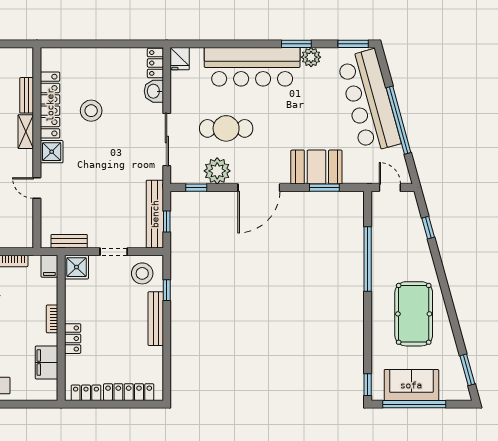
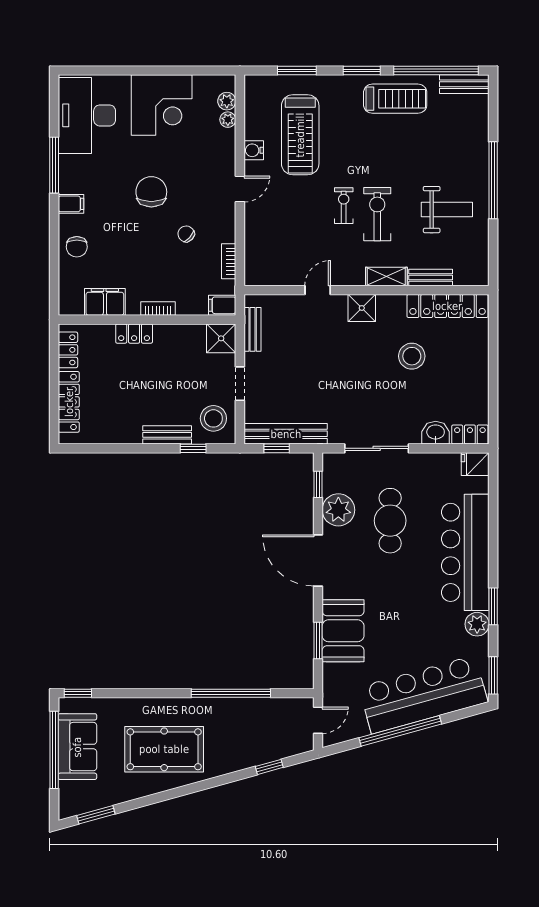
locker: (50, 105) -> (447, 306), moved
bench: (156, 319) -> (167, 435), width x0.73

